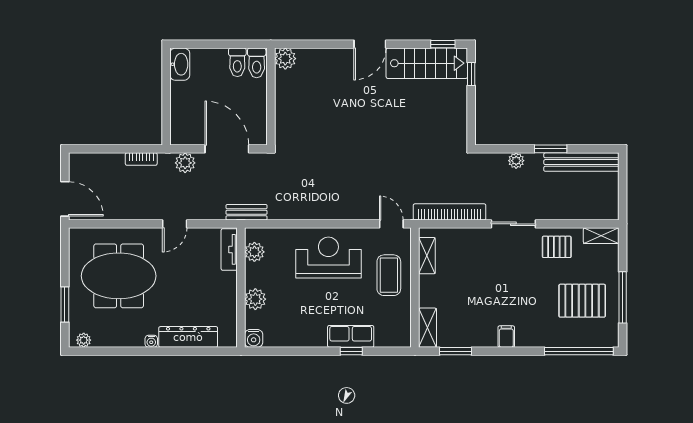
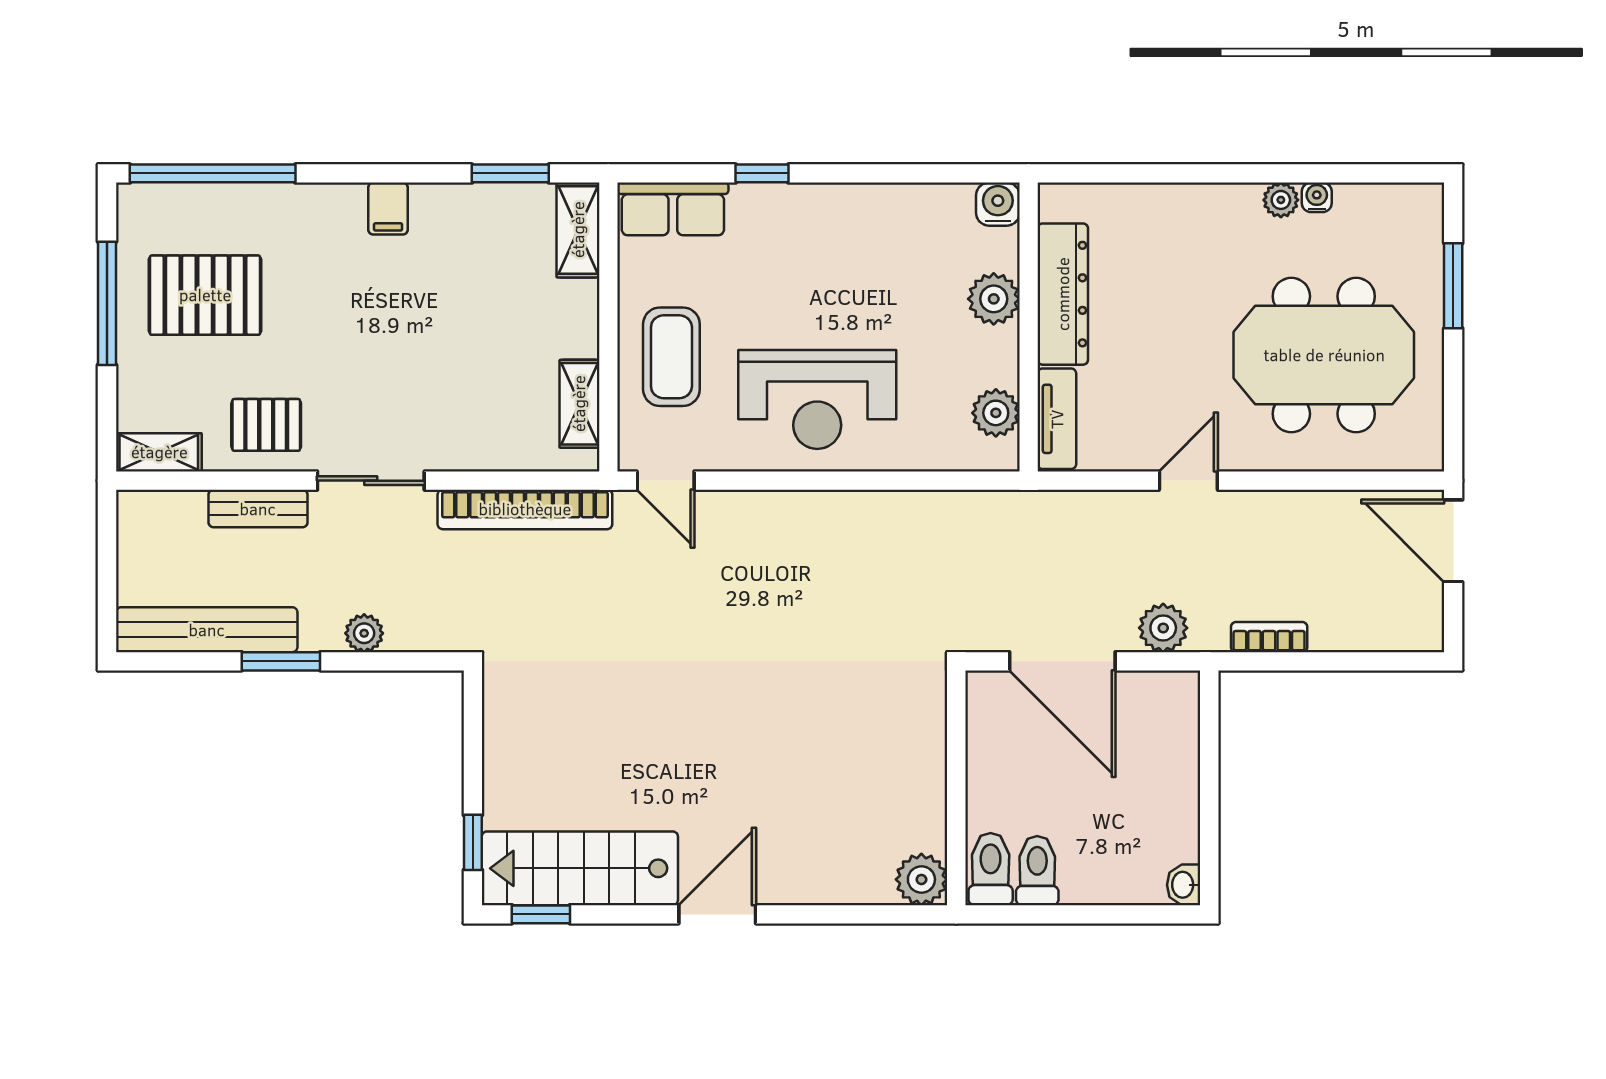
washbasin: (180, 64) -> (1184, 885), width x0.52, depth x0.69
bench: (246, 212) -> (258, 509), moved
row of seats: (351, 336) -> (673, 209), moved
dresser: (188, 337) -> (1063, 294), moved, turned -90
plant: (84, 340) -> (1281, 200), moved
water cooler: (151, 341) -> (1317, 197), moved

